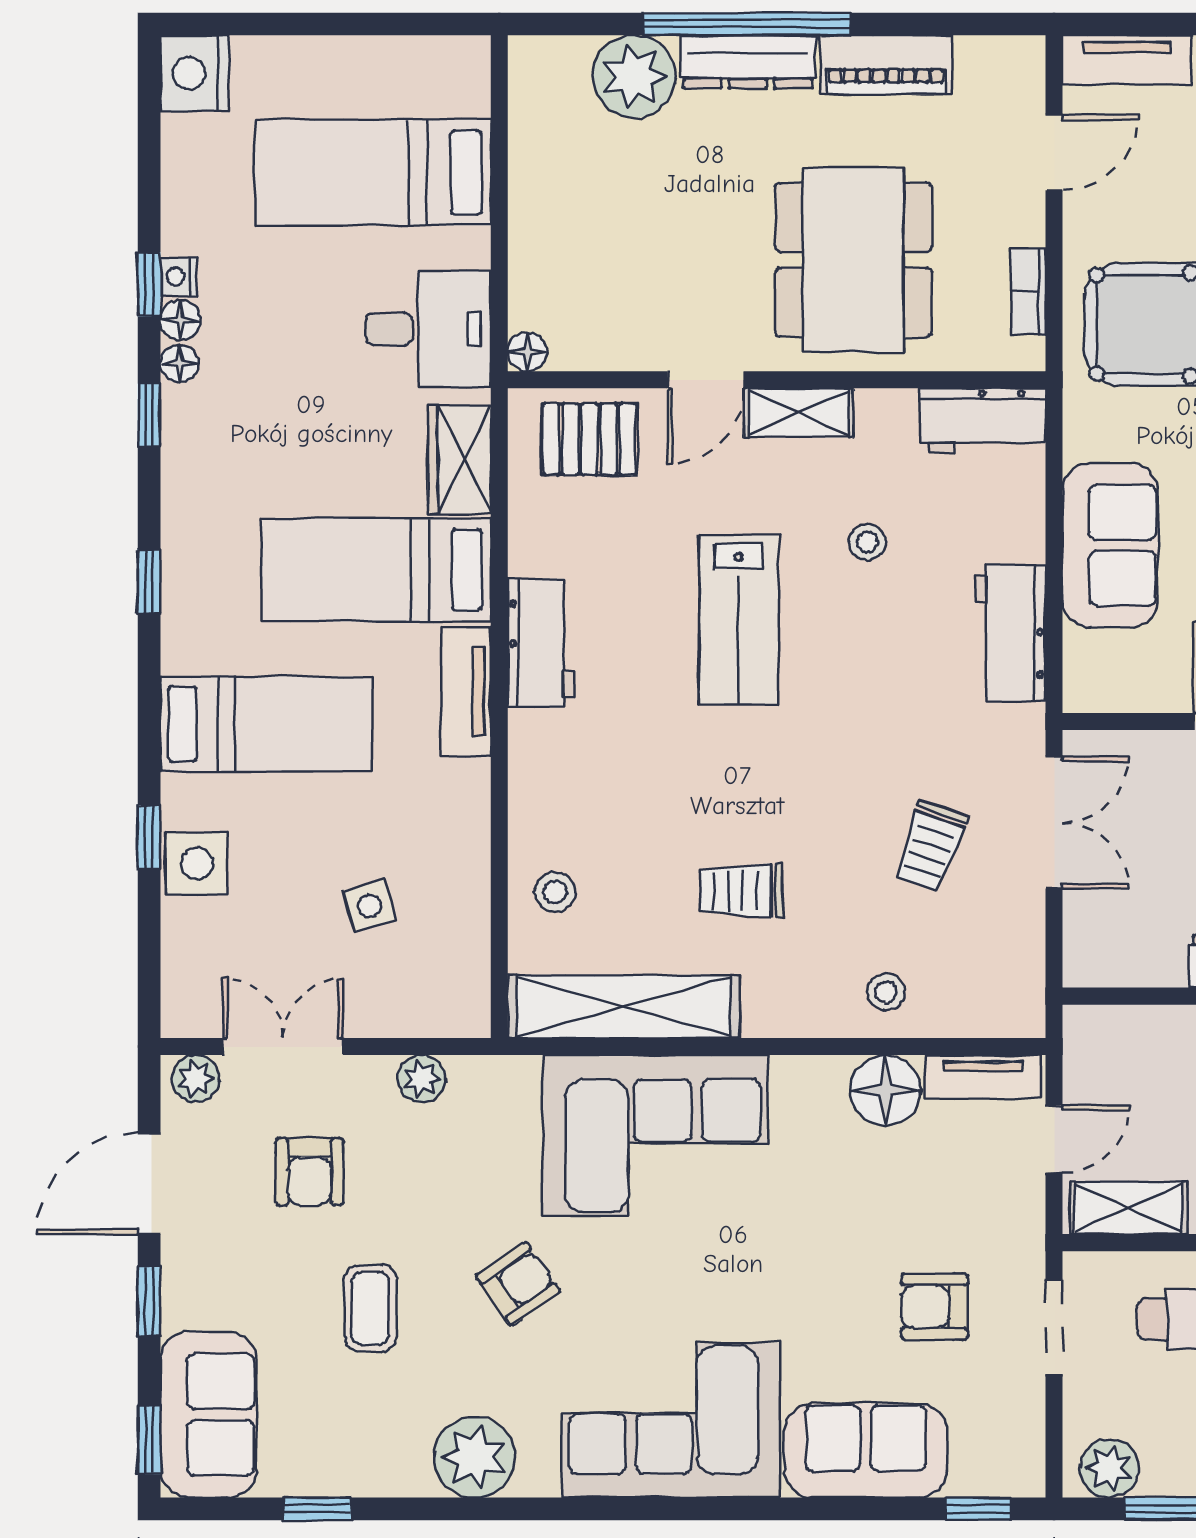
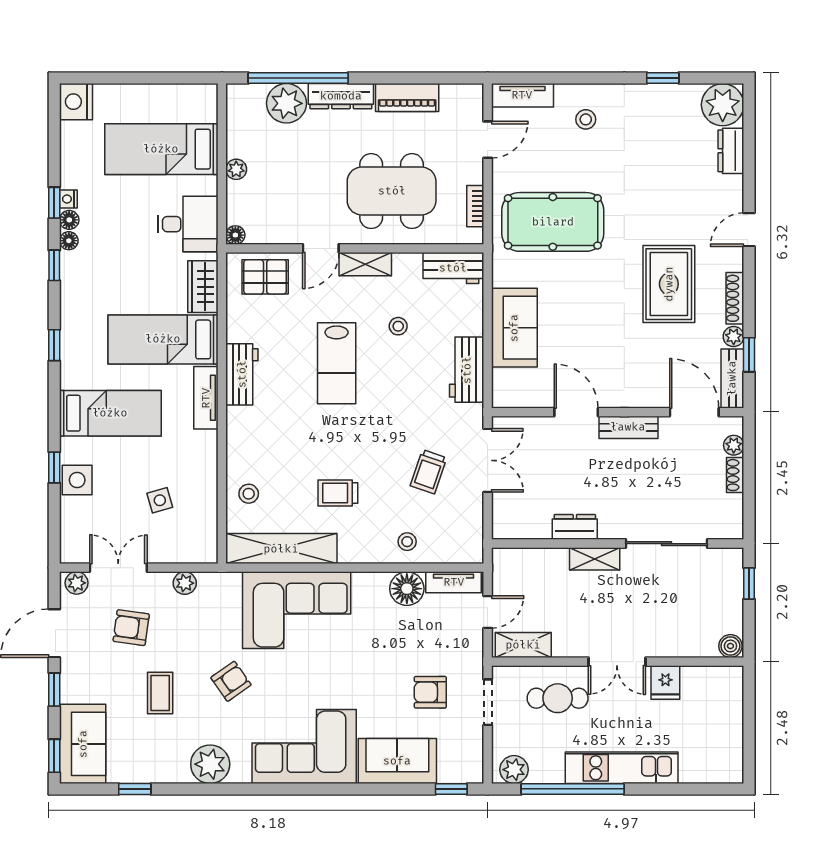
window: (747, 24) -> (298, 78), moved
plant: (529, 214) -> (236, 169), added
dining table: (854, 260) -> (392, 191), turned 90
armchair: (310, 1172) -> (131, 628), turned 98

